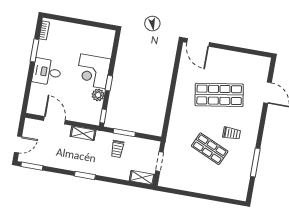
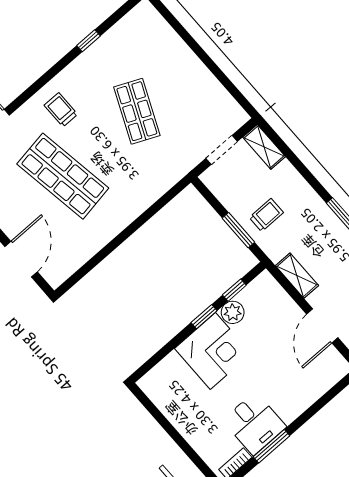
door: (198, 42) -> (21, 259), moved
desk: (47, 72) -> (254, 423), moved
window: (103, 116) -> (234, 290), moved
trolley: (232, 133) -> (61, 110), moved
window: (255, 162) -> (89, 41), width x0.46

